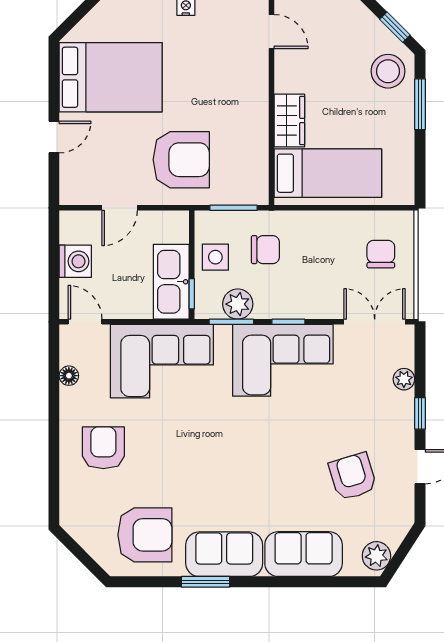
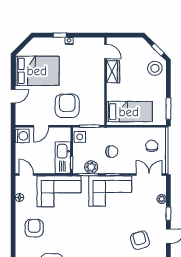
window: (420, 104) -> (168, 109), moved
wardrobe: (289, 120) -> (113, 72), moved
armchair: (181, 160) -> (67, 106), turned -90
chair: (265, 250) -> (112, 152), moved
side table: (215, 257) -> (80, 137), moved
washing machine: (75, 261) -> (22, 136), moved

